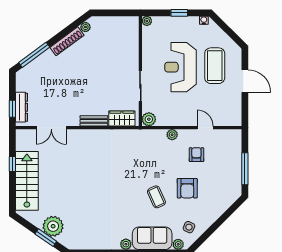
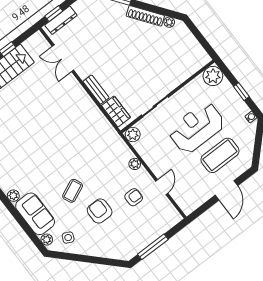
plant: (147, 21) -> (213, 76), width x1.88, depth x1.88
armchair: (187, 188) -> (100, 211), turned 90

